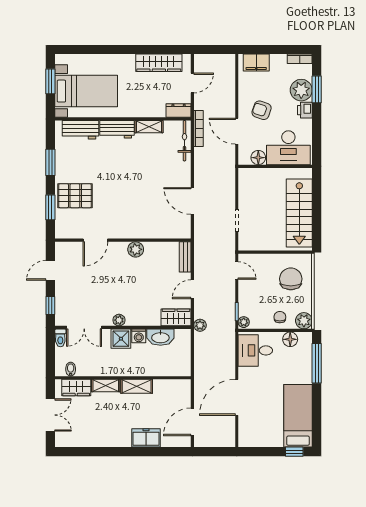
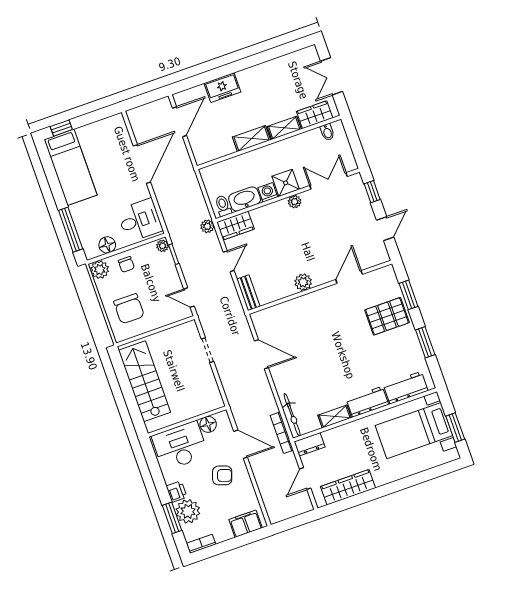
toilet: (60, 338) -> (223, 206), moved

